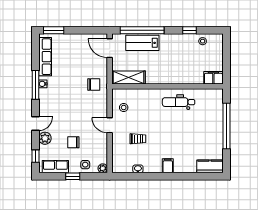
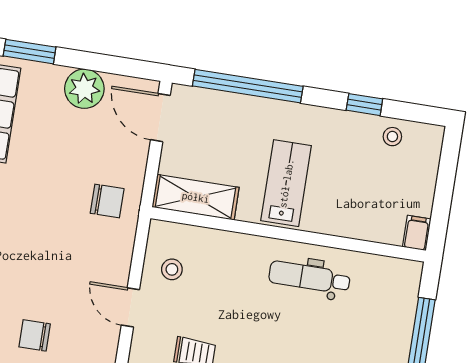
plant: (78, 41) -> (84, 89), added
lab bench: (142, 43) -> (286, 183), moved, turned 90
filing cabinet: (213, 78) -> (417, 233), width x0.50

